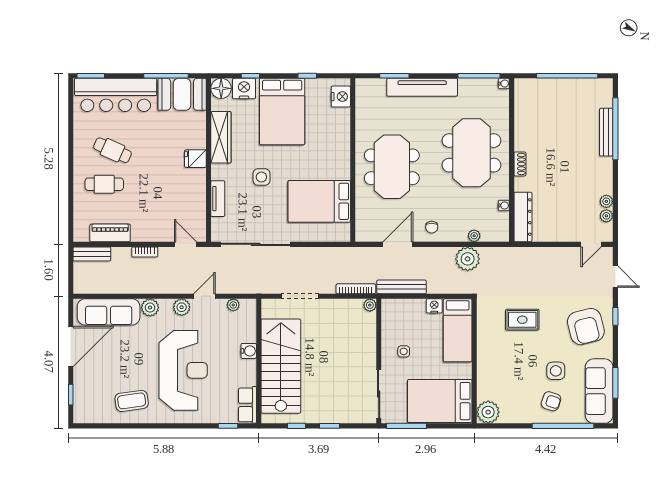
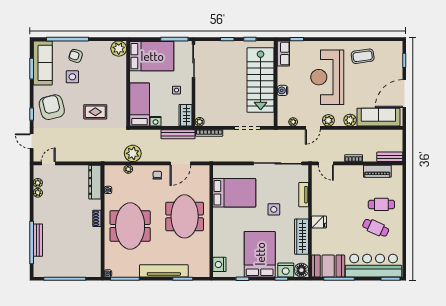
wardrobe: (390, 315) -> (186, 115), added

